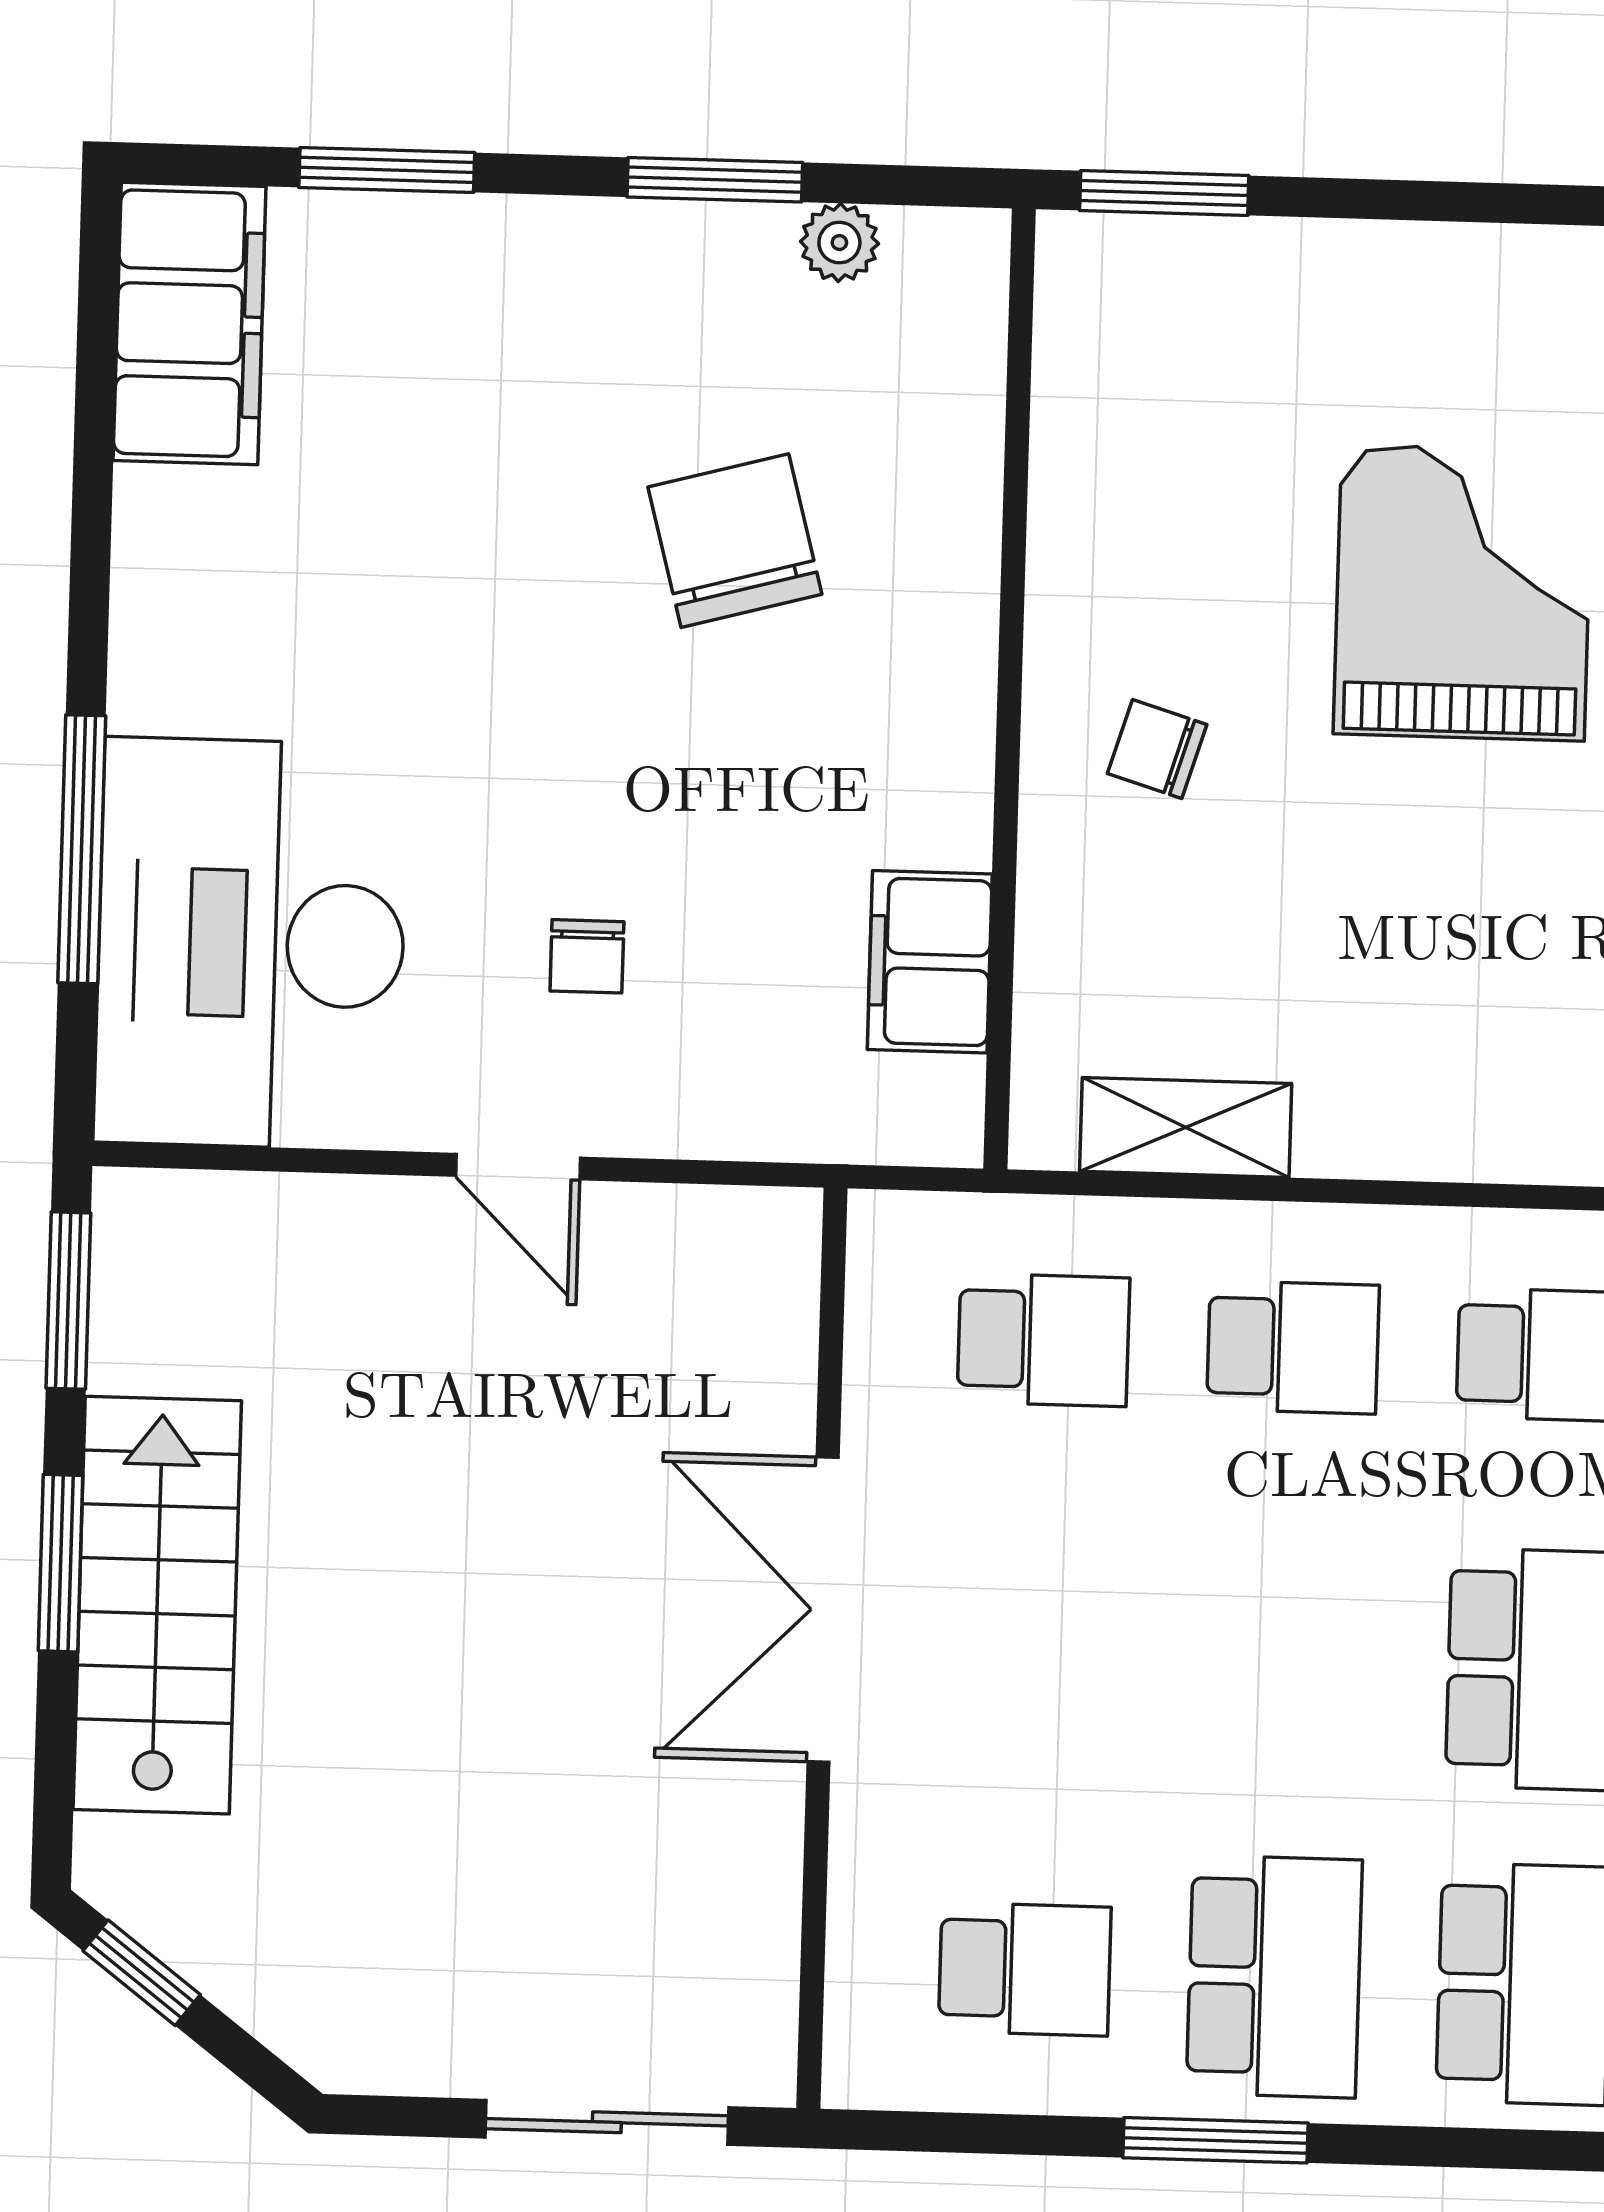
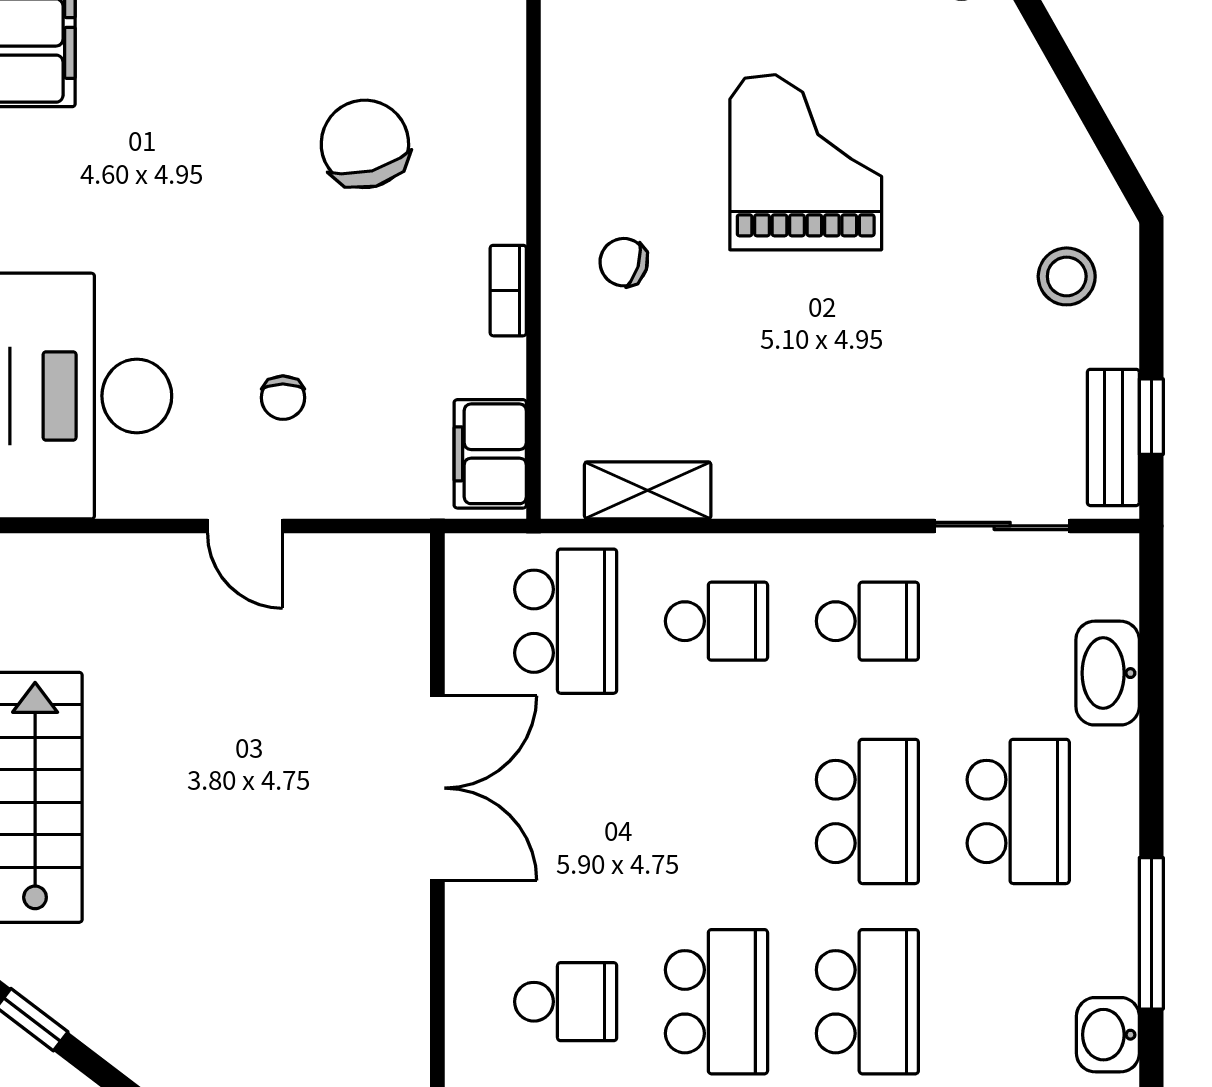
bookcase: (965, 790) -> (508, 291), added
filing cabinet: (930, 962) -> (490, 454), moved
school desk: (1043, 1340) -> (566, 621), width x1.85
double door: (823, 1610) -> (437, 788), swing flipped

